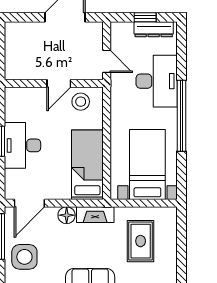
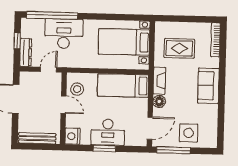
dresser: (154, 29) -> (26, 52), moved
bench: (12, 48) -> (37, 138), added
nightstand: (16, 97) -> (73, 136), added
window: (181, 116) -> (52, 15), moved
door: (29, 203) -> (150, 128), hinge flipped

